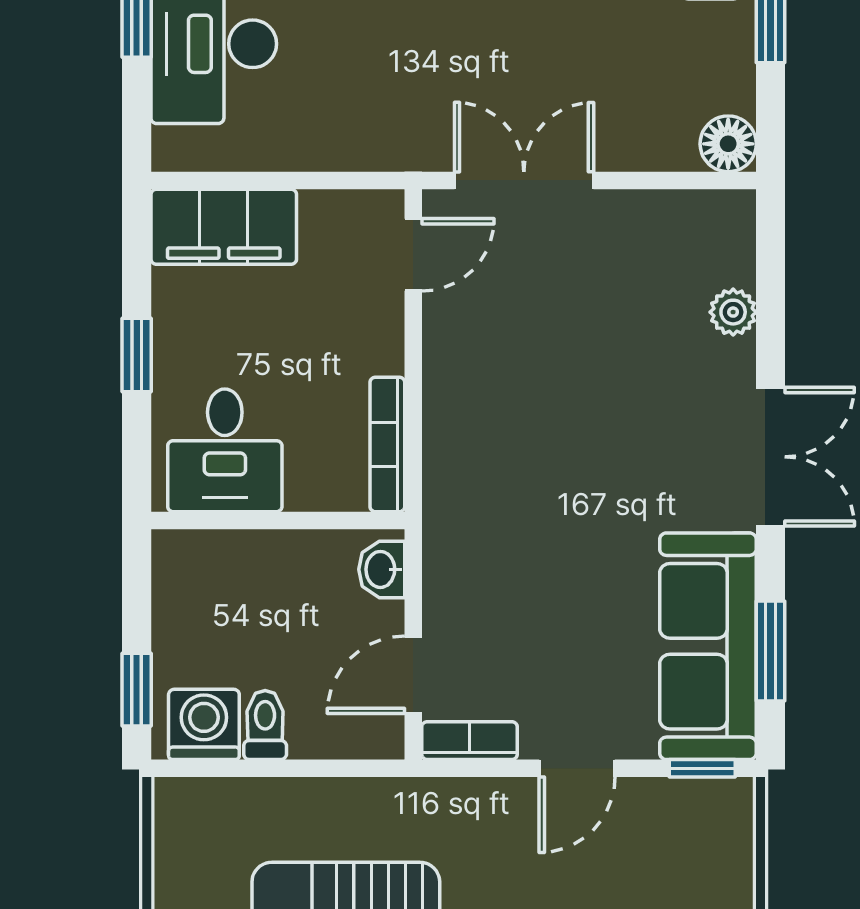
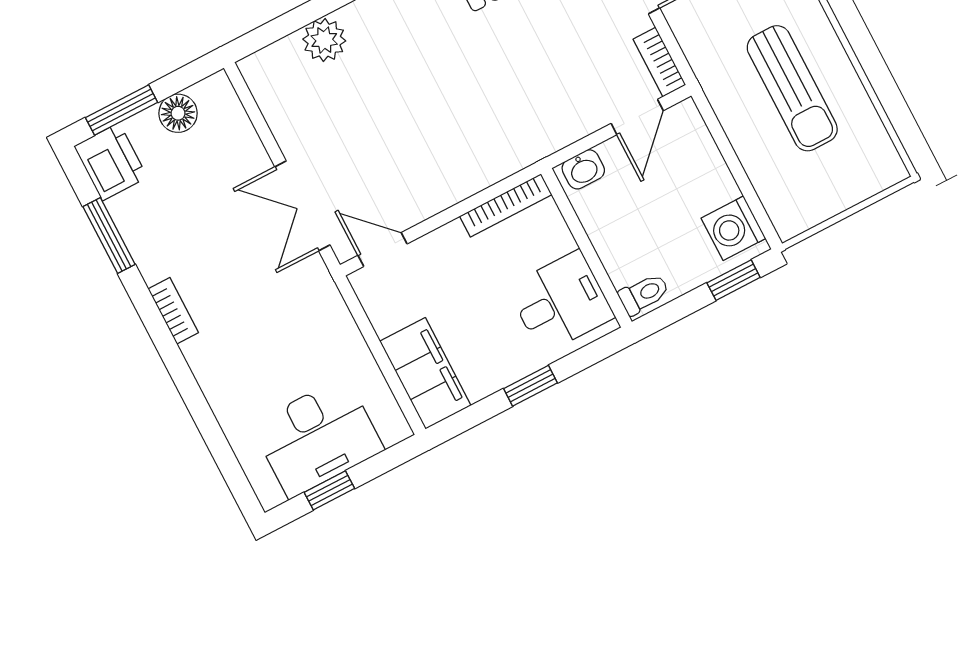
floor lamp: (728, 144) -> (178, 113), moved
plant: (733, 312) -> (324, 40), width x1.38, depth x1.38
door: (413, 675) -> (637, 117), hinge flipped
toilet: (265, 725) -> (644, 294), moved, turned 180

